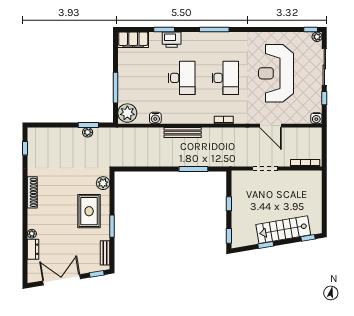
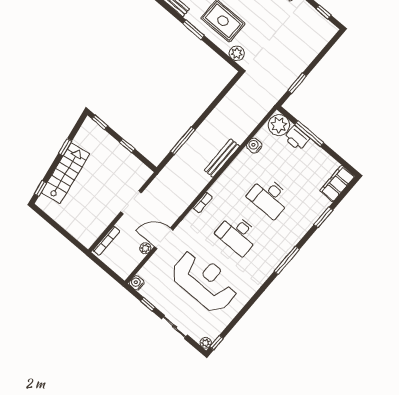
printer: (172, 40) -> (297, 138), moved, turned -90
sliding door: (324, 67) -> (175, 327), width x0.73
plant: (88, 132) -> (145, 248), moved

